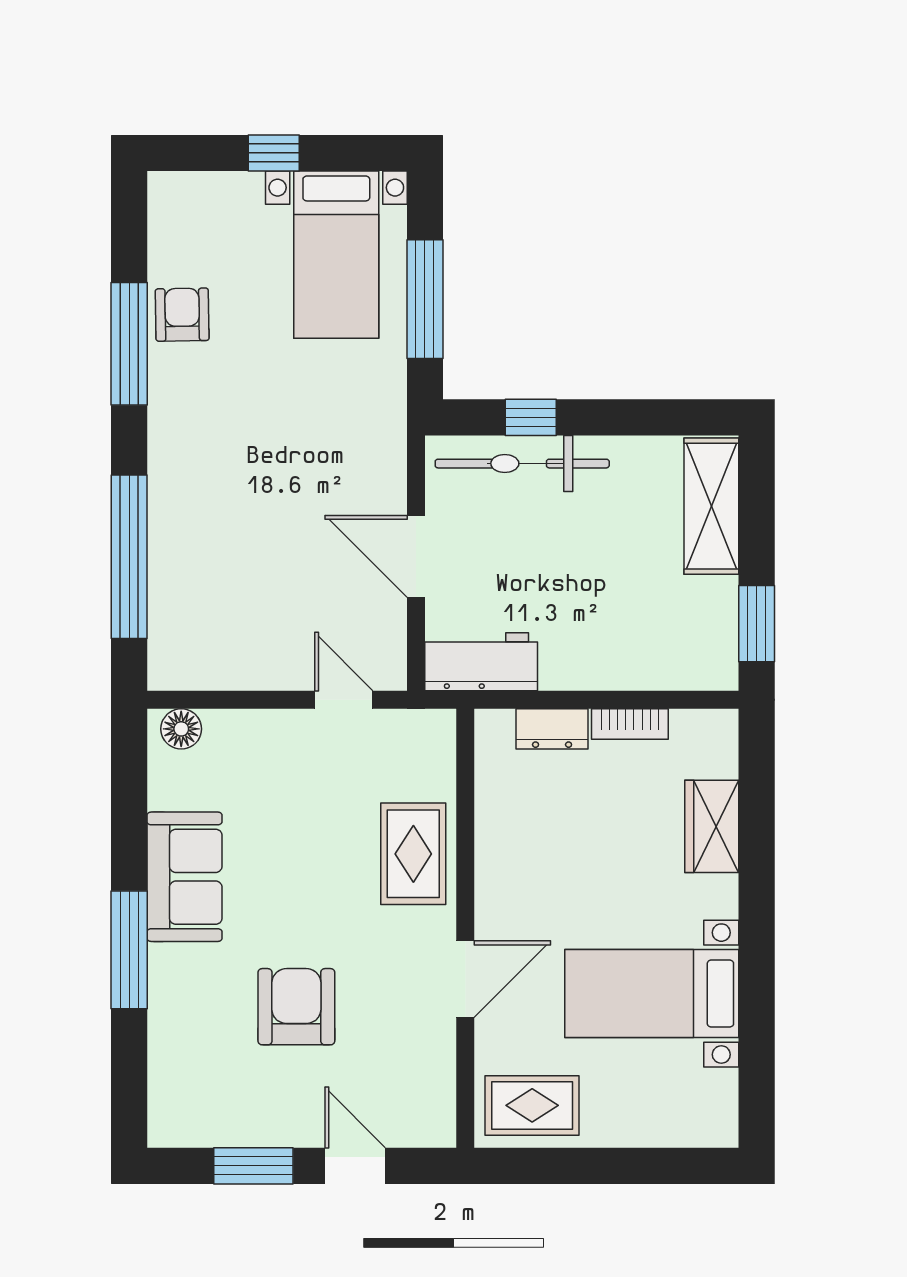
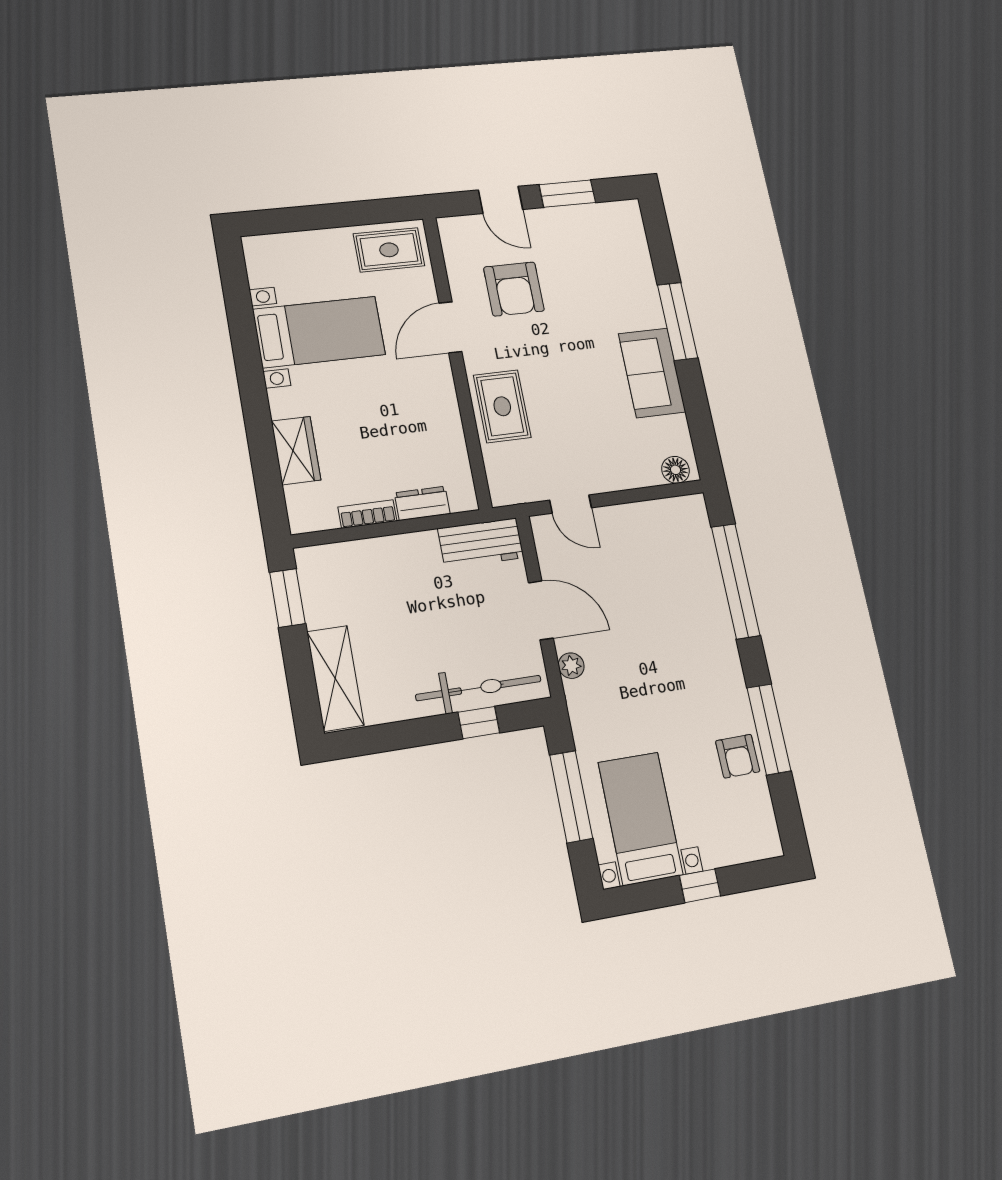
plant: (389, 474) -> (571, 666), added
armchair: (296, 1007) -> (514, 289), moved

